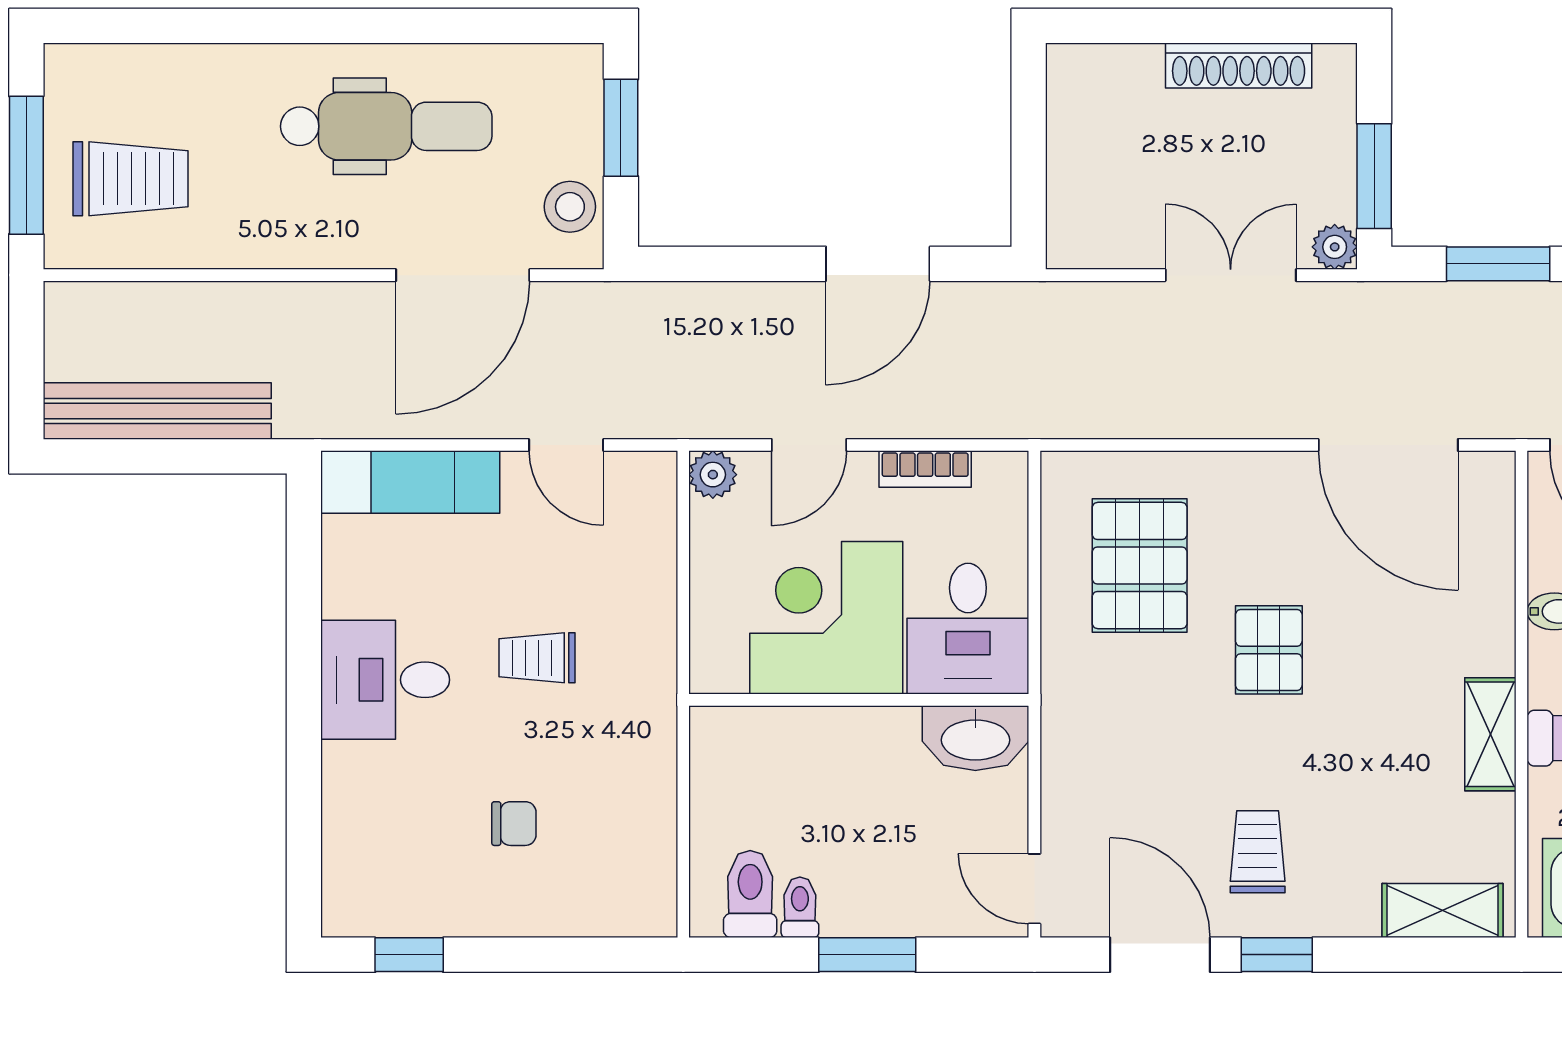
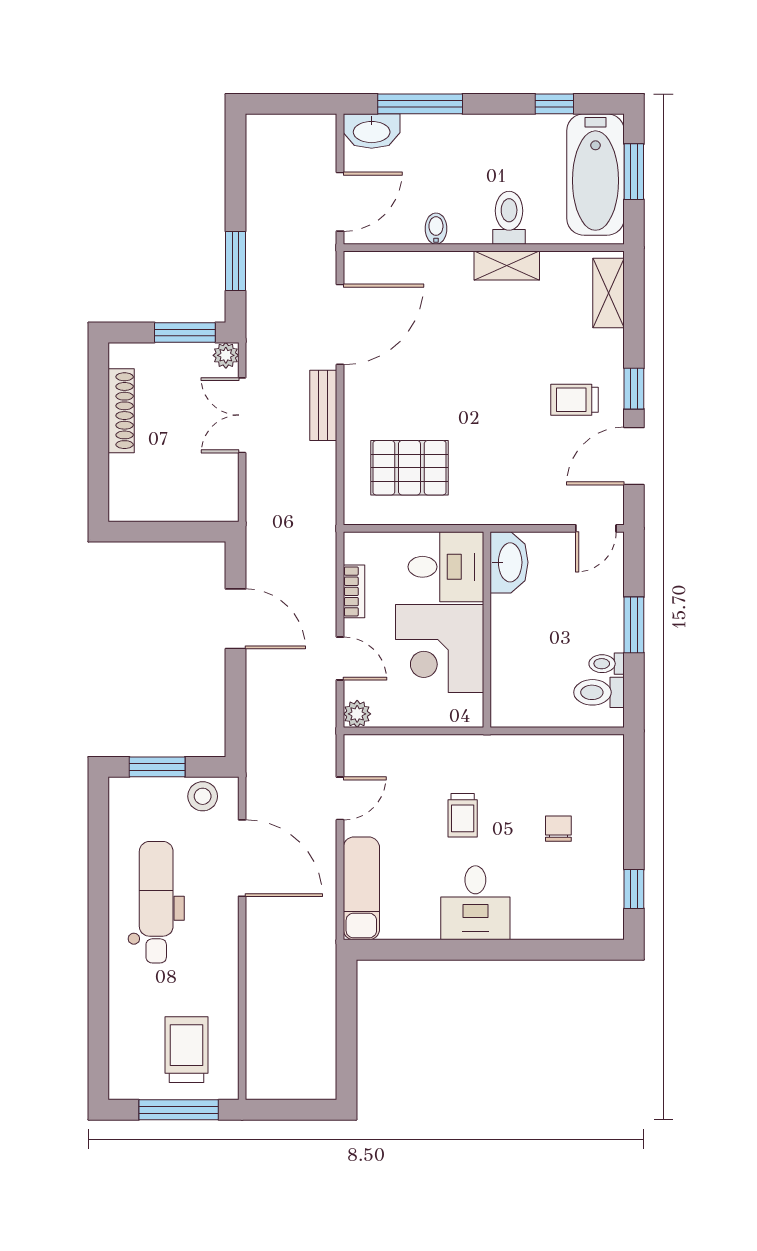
bench: (157, 411) -> (323, 405), moved, width x0.54, depth x0.82
pallet: (1269, 650) -> (458, 393), removed

